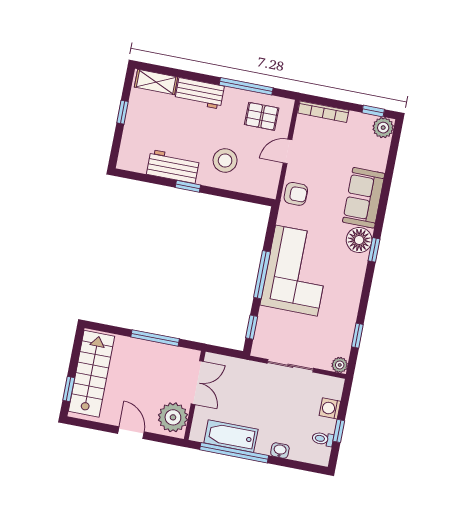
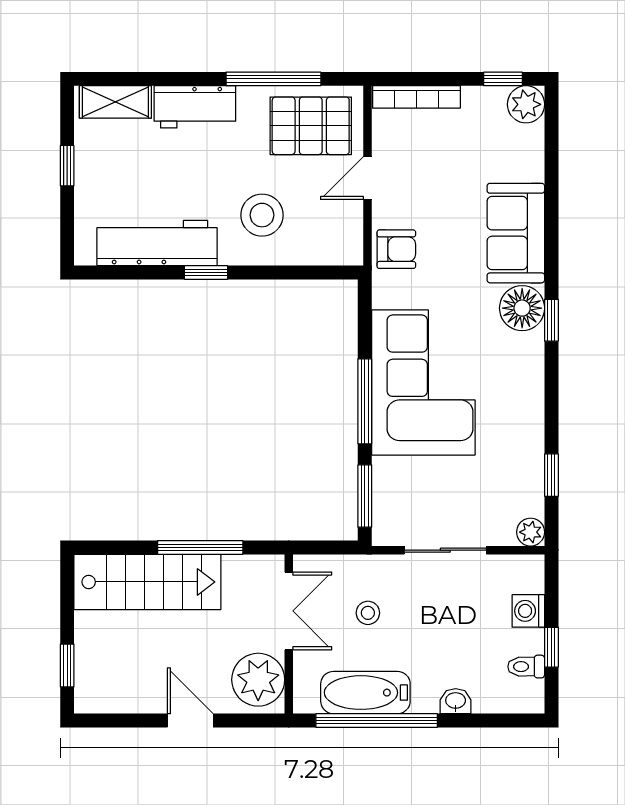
pallet: (262, 116) -> (311, 126), width x1.50, depth x1.42
workbench: (173, 166) -> (157, 243), width x1.38
window: (252, 327) -> (365, 496), width x1.50
stairs: (91, 374) -> (147, 582), moved, turned 90
stool: (241, 392) -> (368, 613), added

